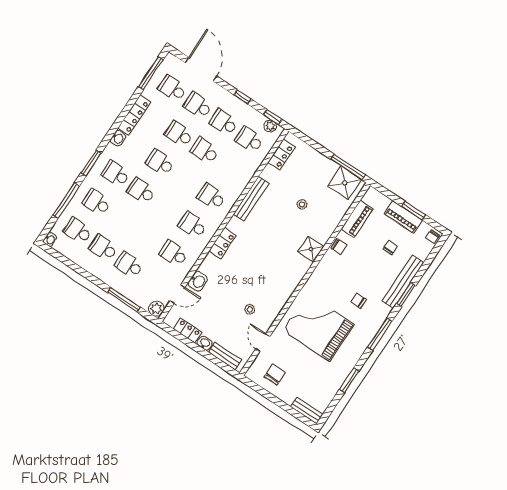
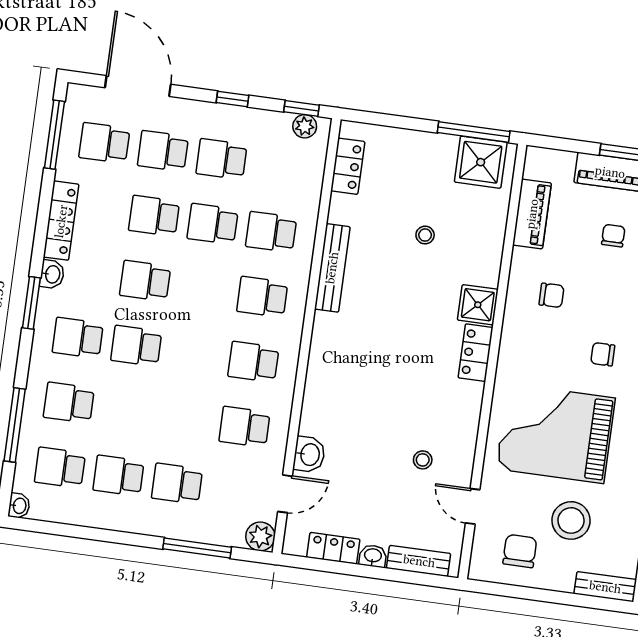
school desk: (249, 140) -> (271, 232), moved
window: (91, 163) -> (31, 303), moved
locker: (223, 243) -> (476, 353), moved, turned 180
chair: (339, 246) -> (551, 295), moved
stool: (306, 372) -> (571, 520), added

